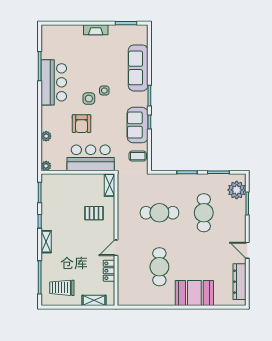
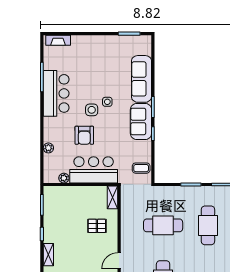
fireplace: (96, 30) -> (58, 40), moved
sofa: (138, 125) -> (141, 121), moved
plant: (46, 166) -> (64, 178), moved

